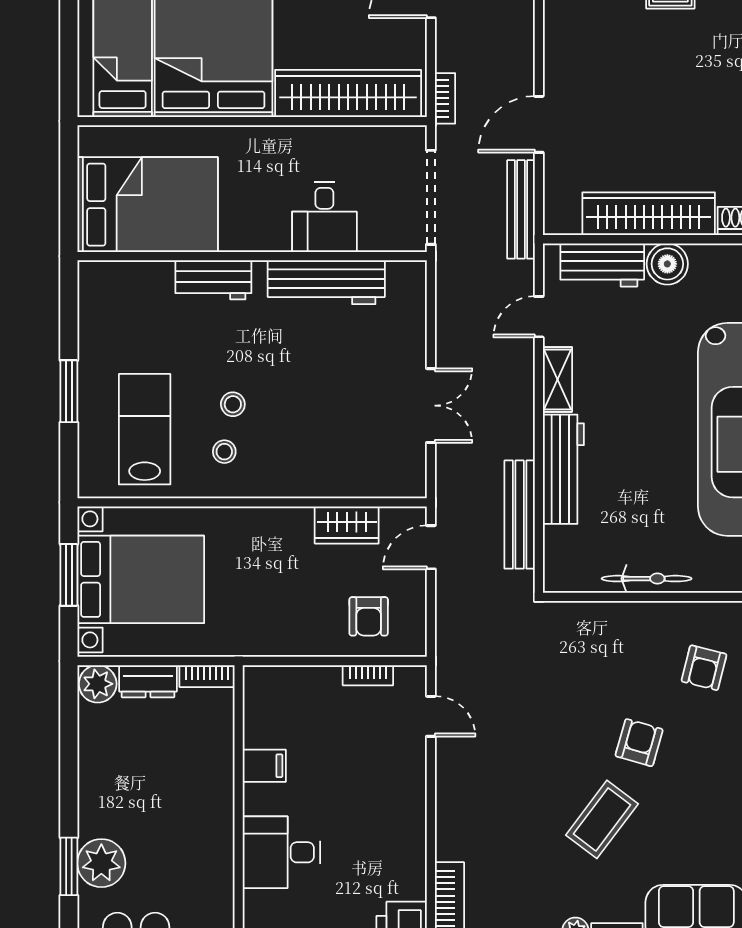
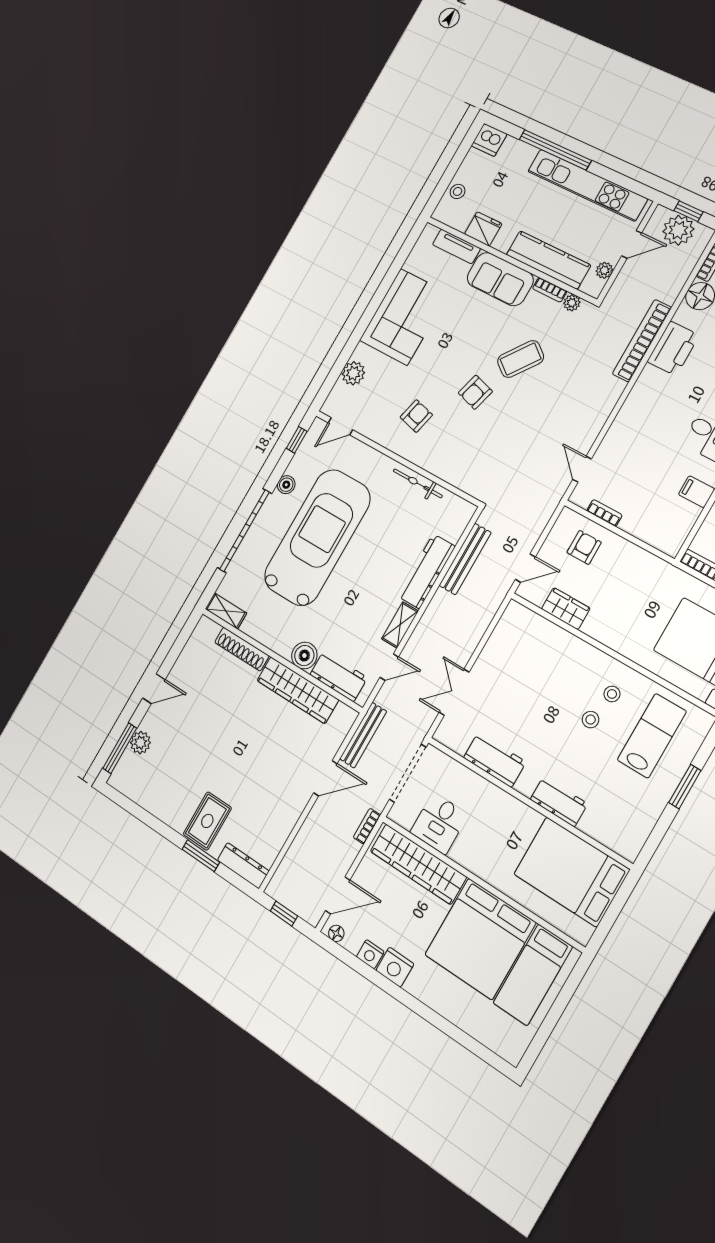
desk: (324, 217) -> (439, 823), moved, turned 180
workbench: (326, 282) -> (495, 760), width x0.73
double door: (431, 406) -> (454, 692), moved
lab bench: (145, 429) -> (652, 736), turned 180

